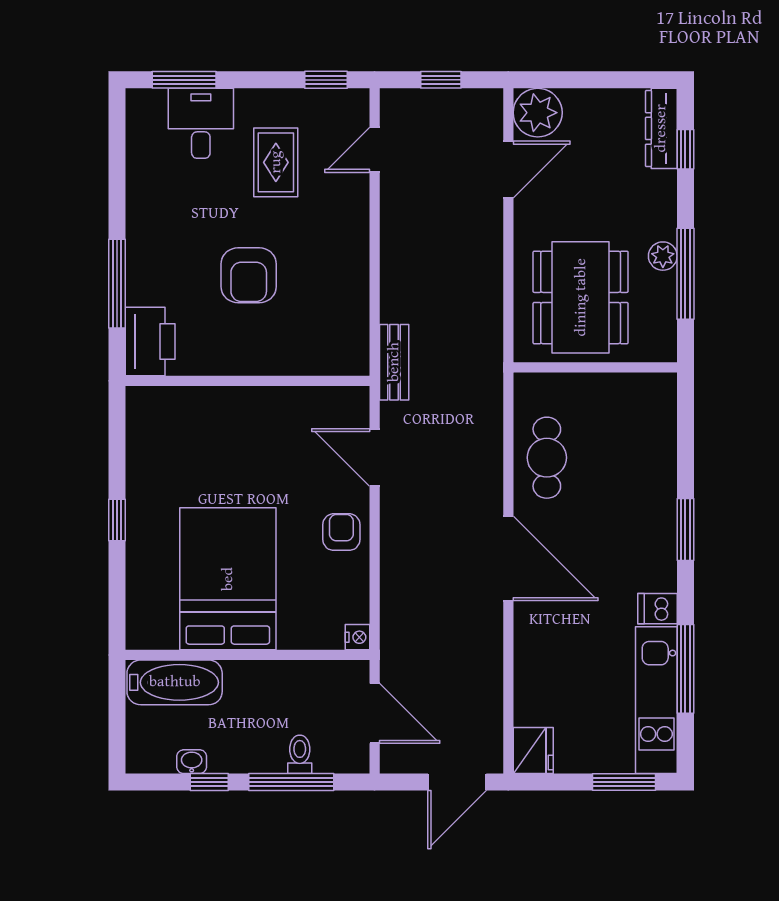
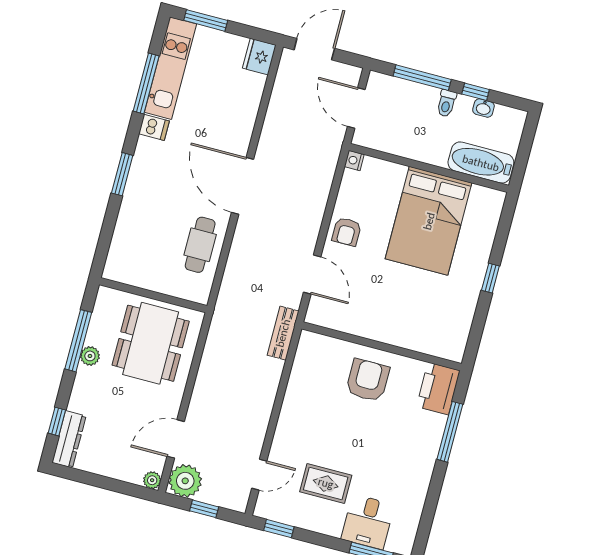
plant: (479, 113) -> (185, 481), added
plant: (538, 113) -> (152, 480), width x0.53, depth x0.53
rug: (276, 162) -> (326, 483), turned 90
armchair: (249, 275) -> (368, 380), moved
toilet: (300, 754) -> (446, 103), moved

